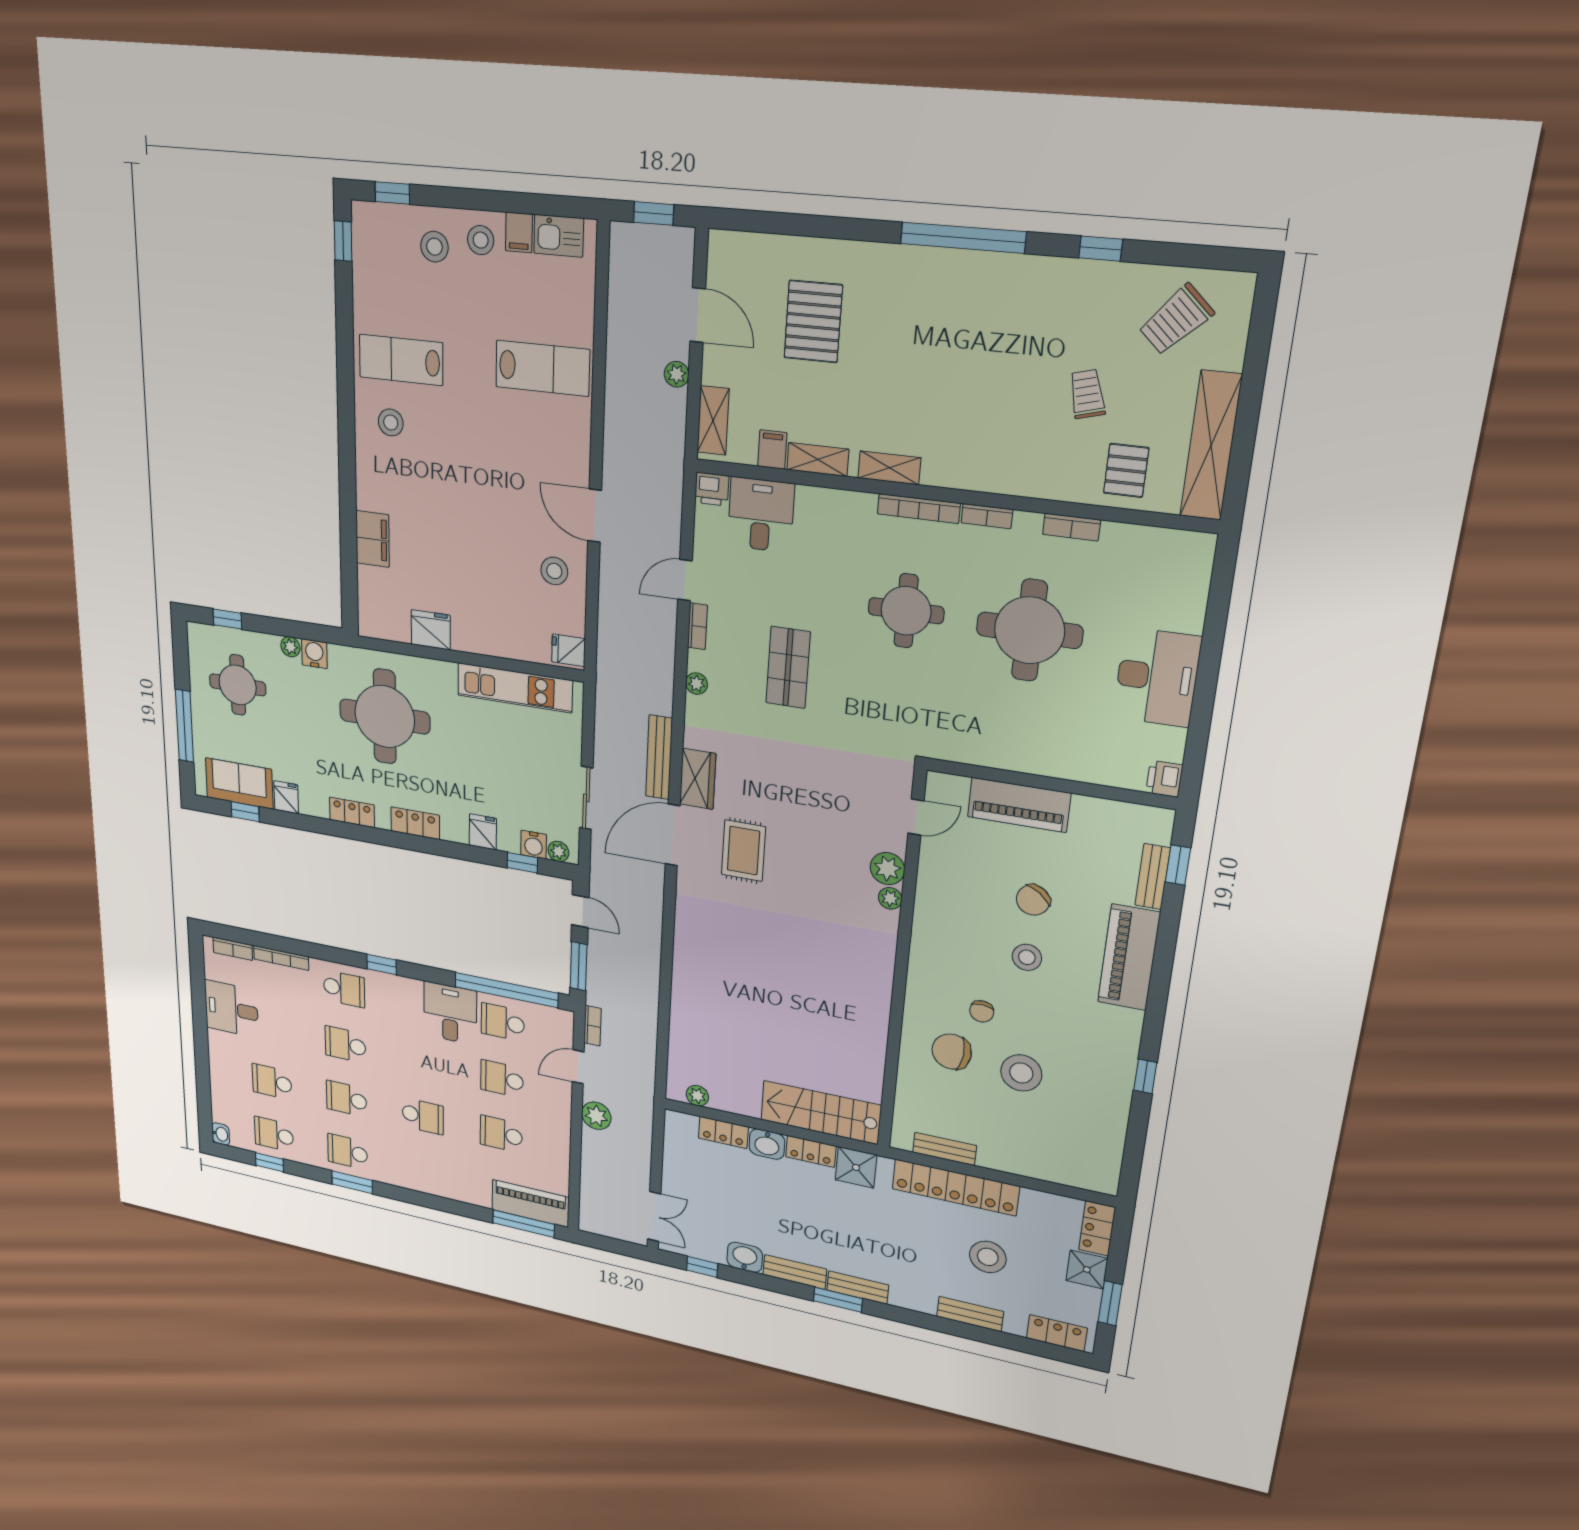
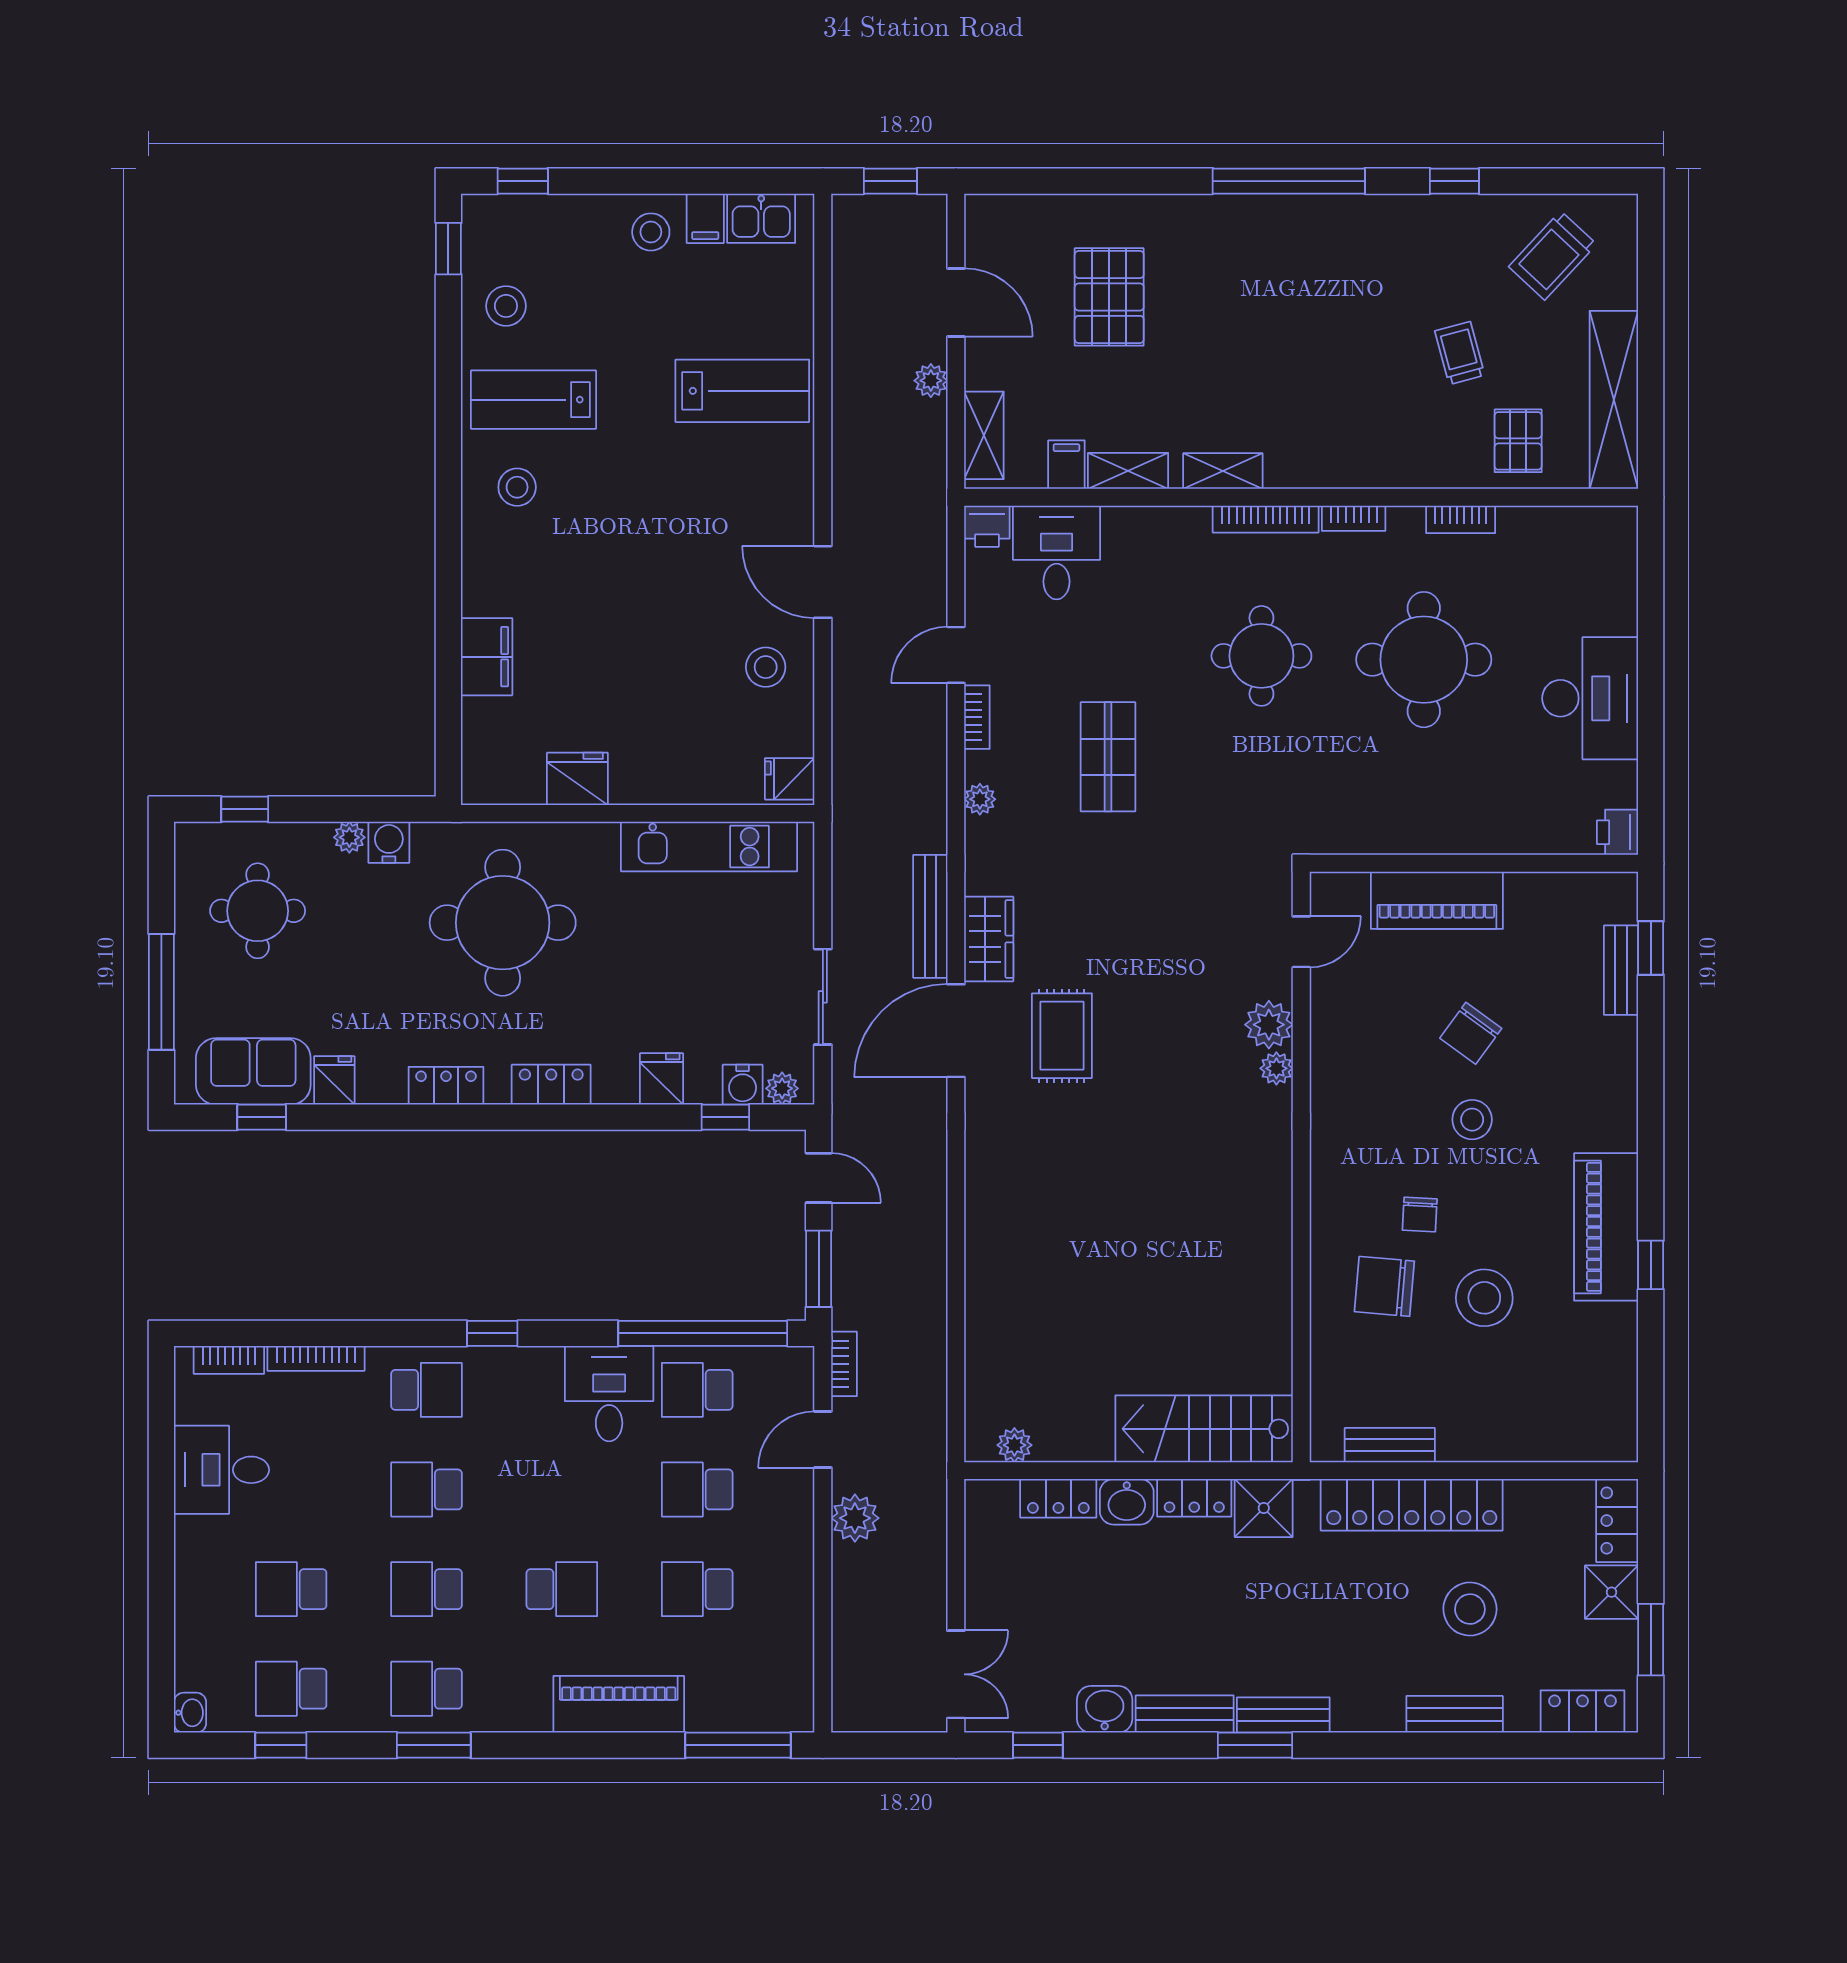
stool: (434, 247) -> (506, 306), moved
piano: (1129, 957) -> (1606, 1227), moved
piano: (530, 1203) -> (619, 1704), moved

